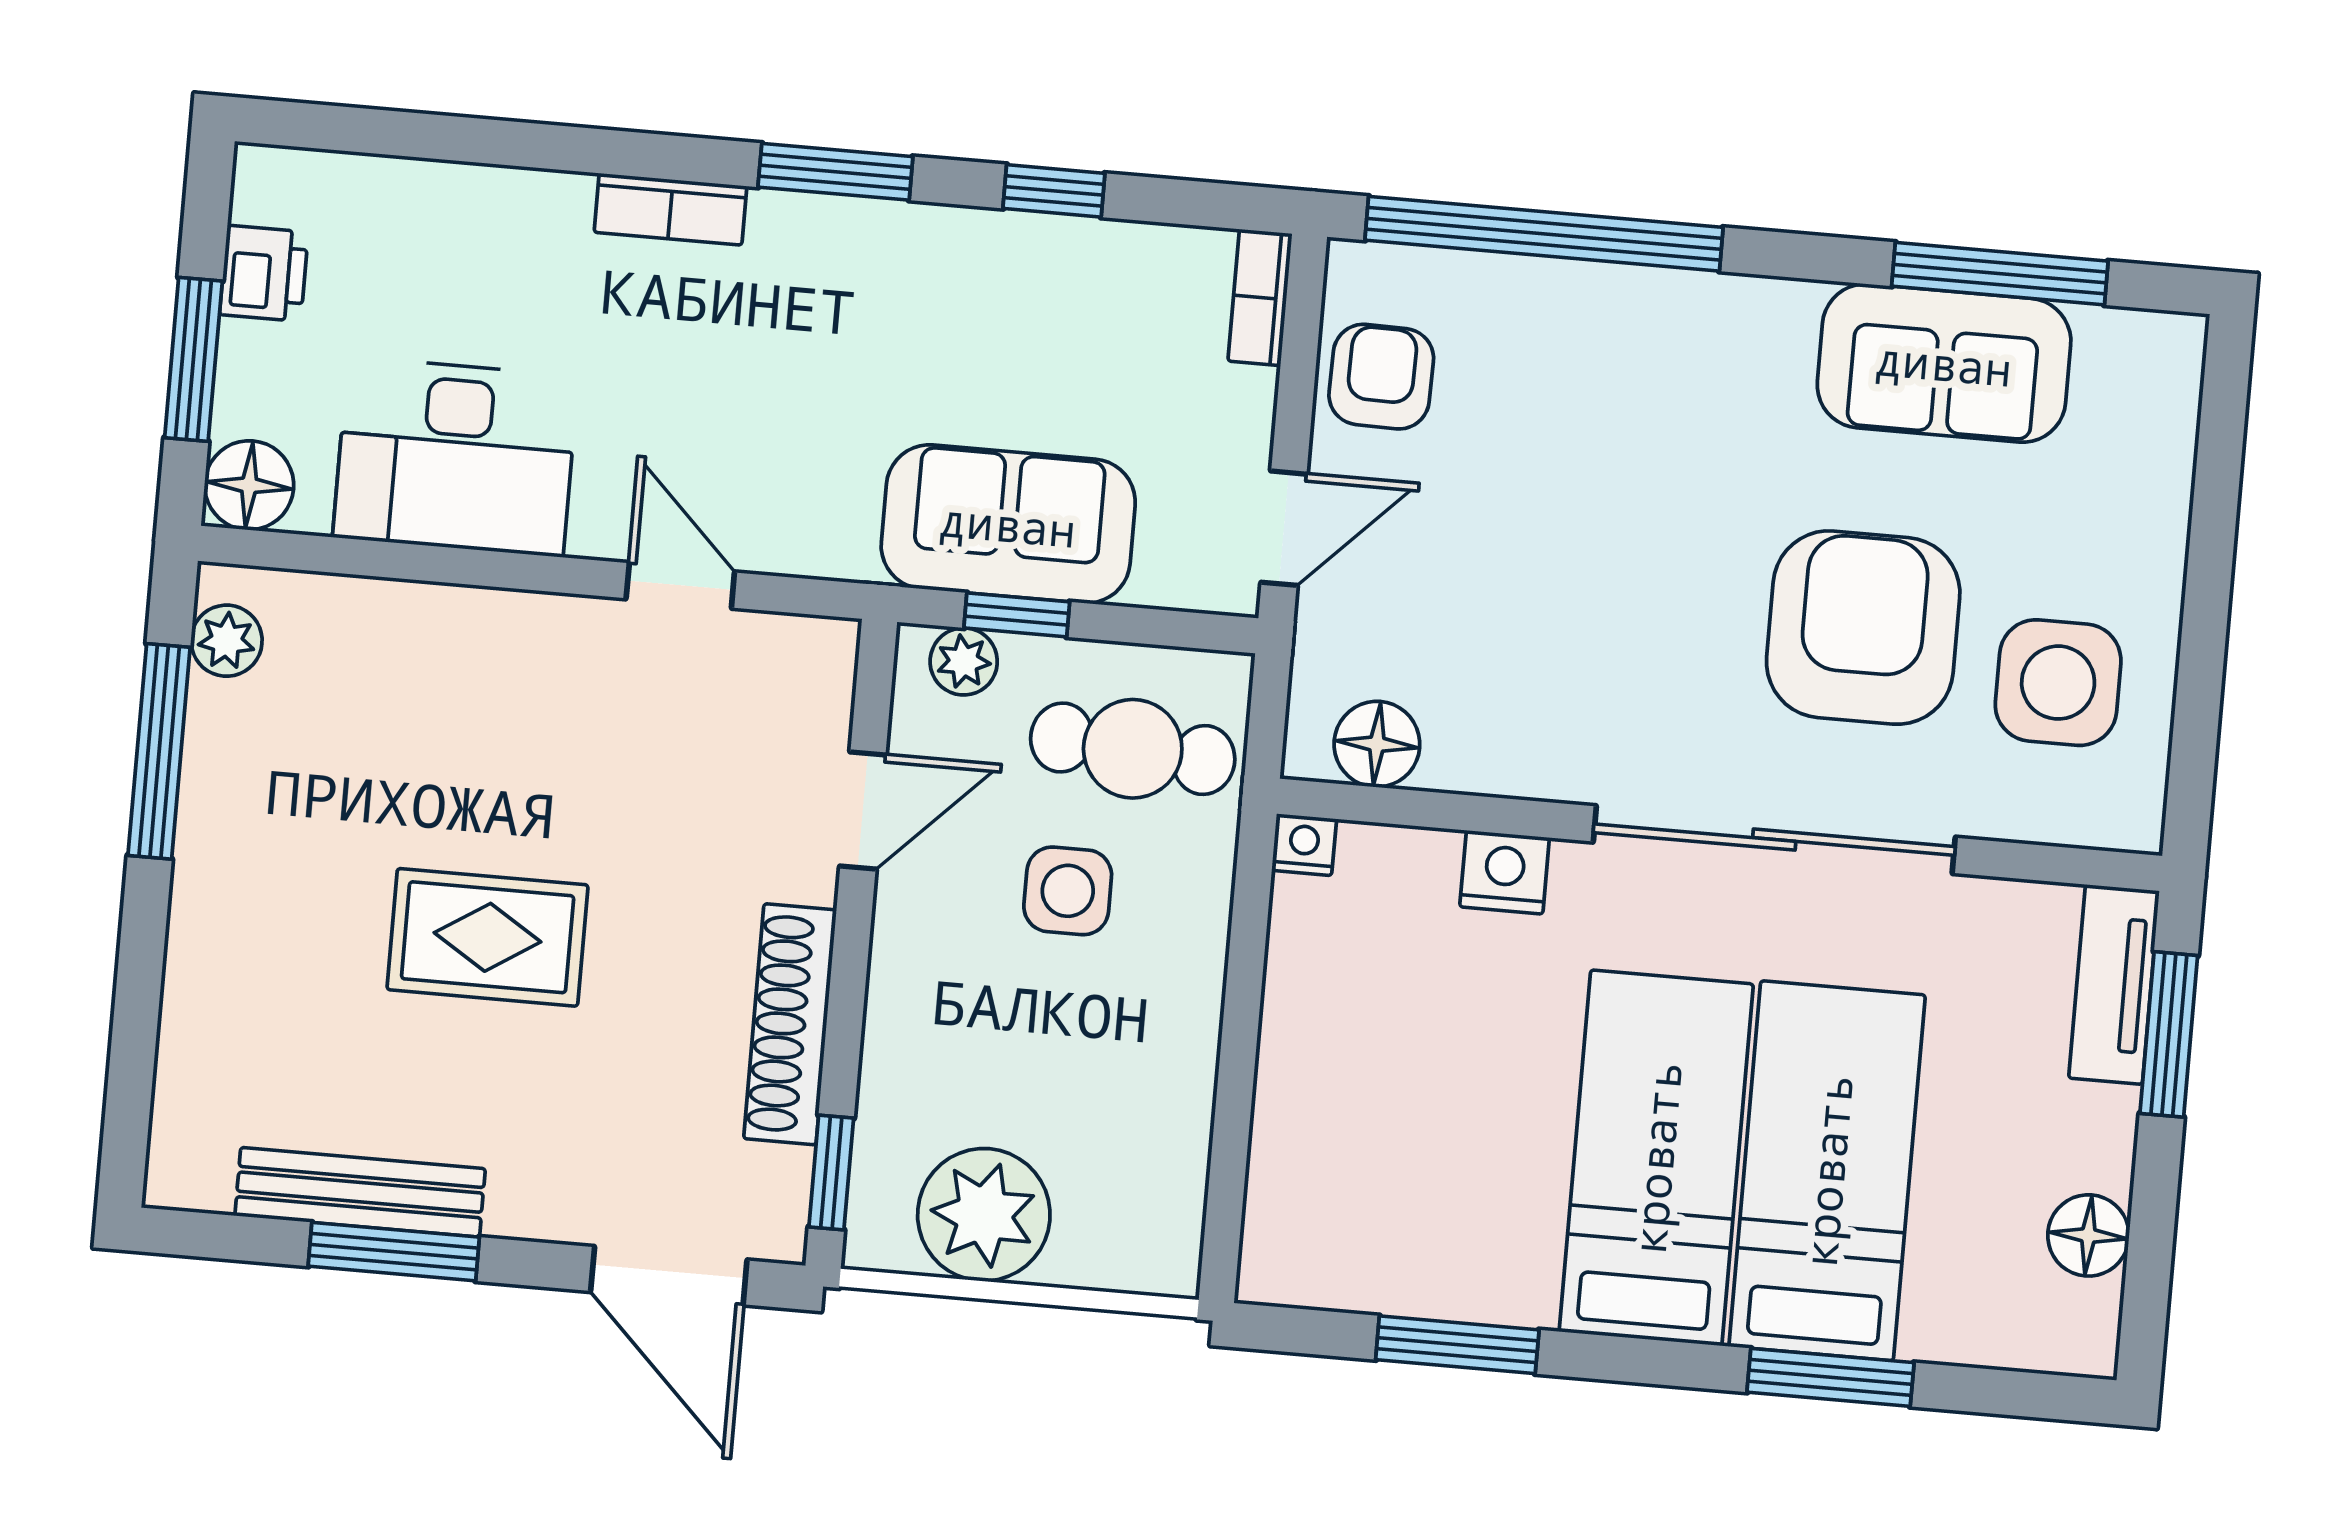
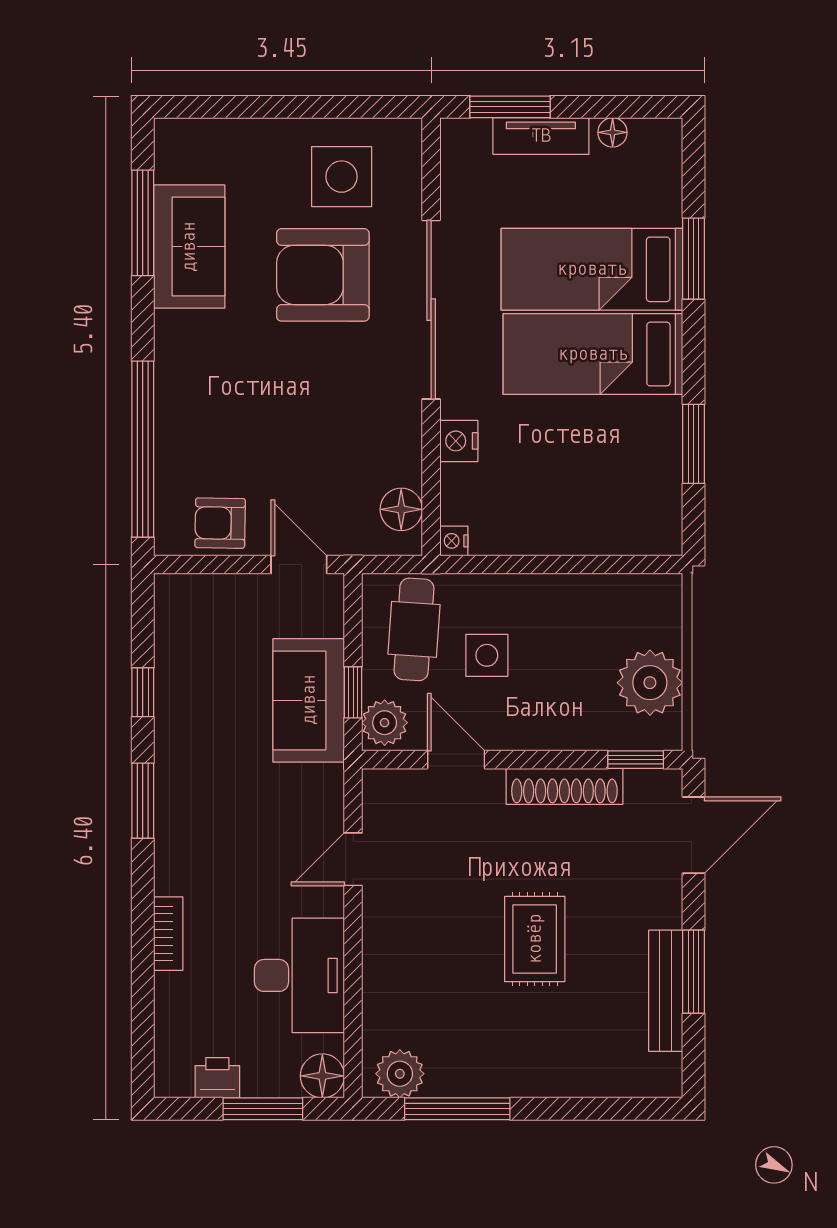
bookcase: (670, 209) -> (168, 934), moved
bookcase: (1260, 297) -> (186, 586), removed
plant: (227, 641) -> (400, 1074), width x1.38, depth x1.38
plant: (964, 661) -> (385, 723), width x1.38, depth x1.38
tv unit: (2114, 984) -> (541, 136), moved
floor lamp: (2088, 1235) -> (613, 132), width x0.73, depth x0.73

